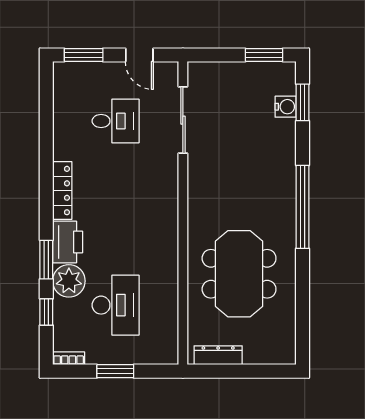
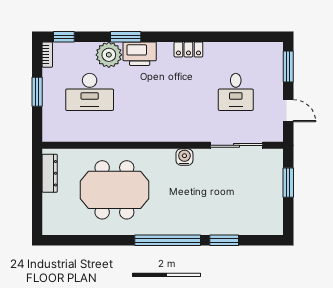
door: (139, 55) -> (288, 111), swing flipped
window: (264, 55) -> (288, 183), moved
window: (303, 102) -> (224, 240), moved
water cooler: (286, 107) -> (184, 157), moved, turned 180
locker: (62, 191) -> (188, 49), width x0.66
window: (46, 312) -> (64, 37), moved

